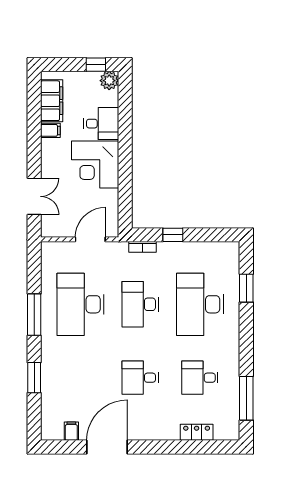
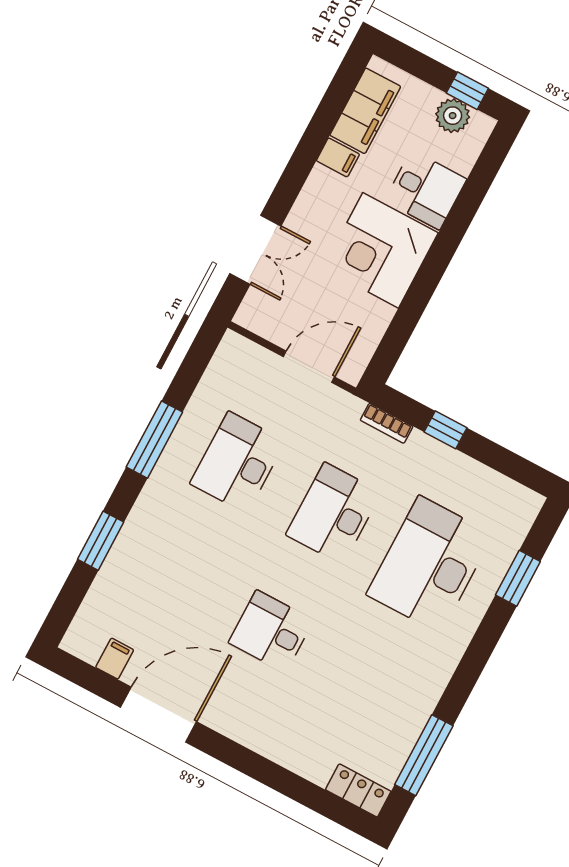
plant: (109, 81) -> (453, 116), moved
desk: (80, 304) -> (238, 462), width x0.73, depth x0.77
desk: (200, 378) -> (367, 682), removed
locker: (197, 432) -> (358, 790), moved

